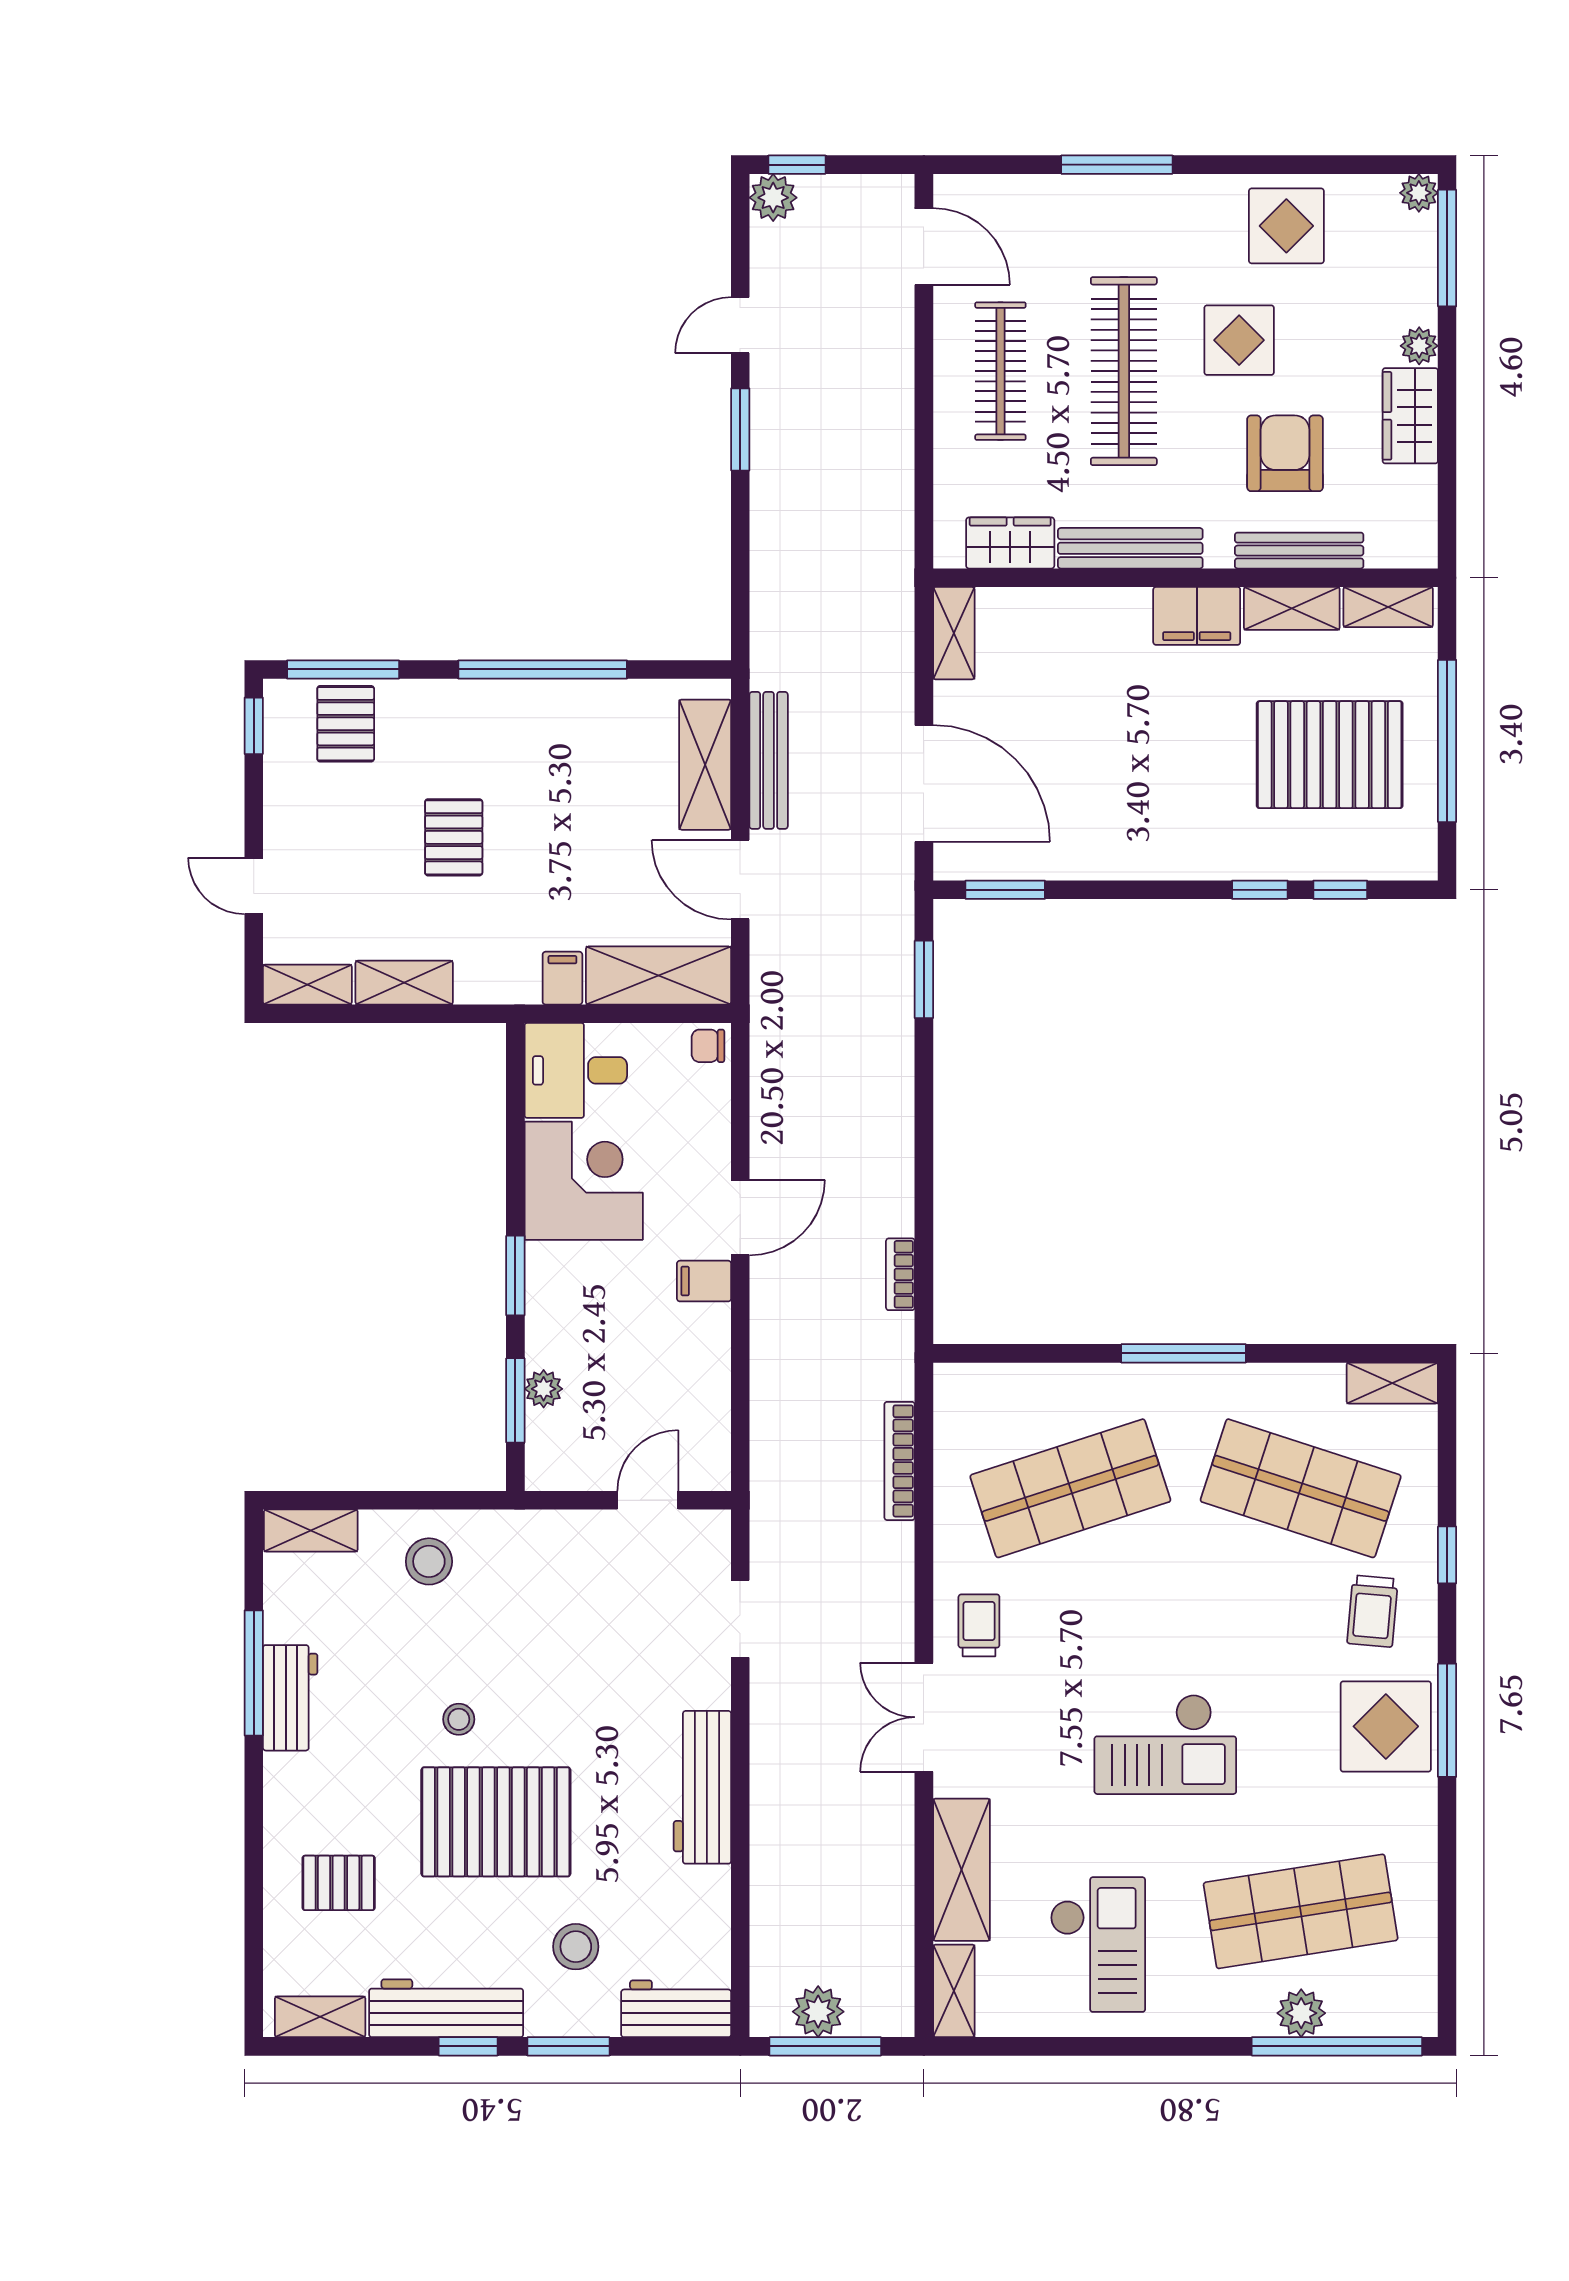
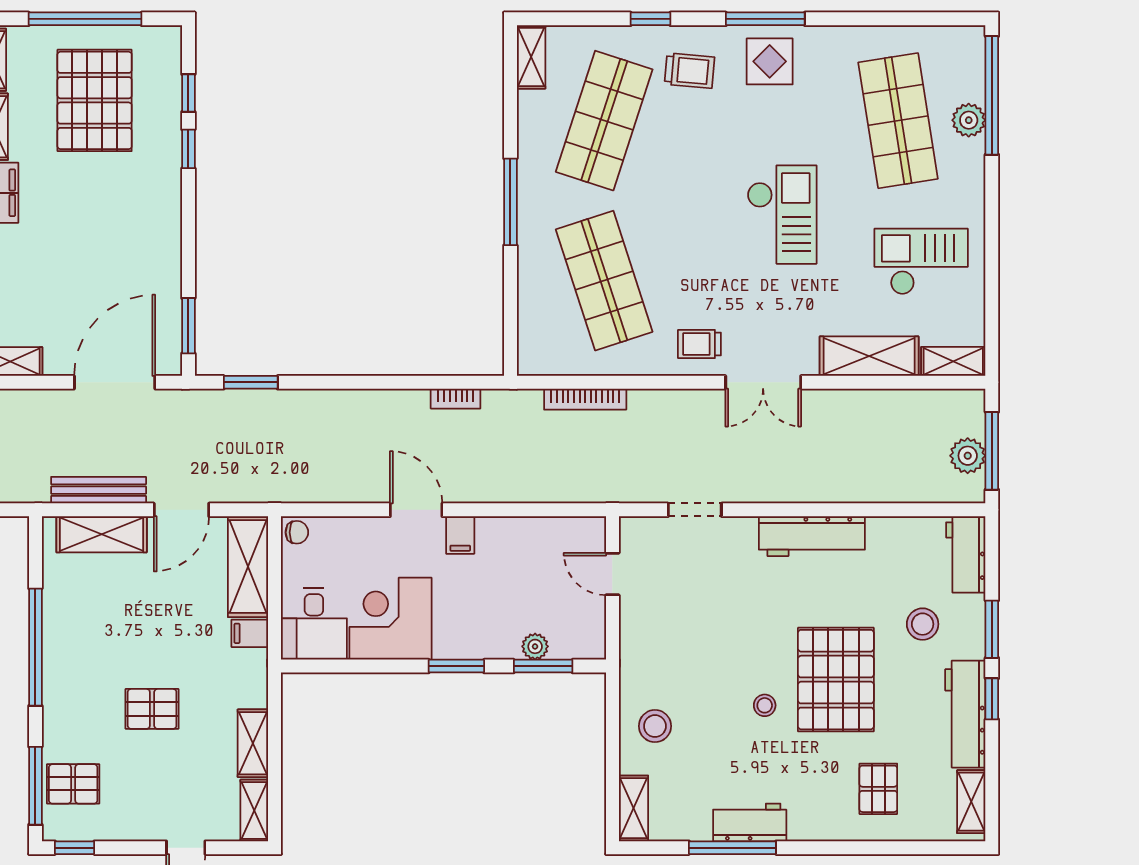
chair: (708, 1046) -> (297, 532), turned -90
display table: (1386, 1726) -> (770, 61), width x0.73, depth x0.73

